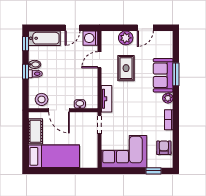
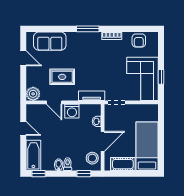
washing machine: (90, 38) -> (72, 111), moved
plant: (126, 38) -> (33, 94), moved
window: (25, 72) -> (84, 174), moved
window: (176, 74) -> (88, 29), moved
sofa: (163, 75) -> (50, 41), moved
plant: (168, 98) -> (91, 37), removed
armchair: (164, 148) -> (139, 40), turned -90
window: (153, 171) -> (161, 77), moved

